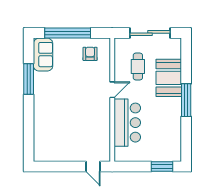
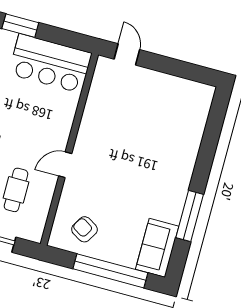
armchair: (90, 54) -> (84, 229), turned 121
bar counter: (127, 123) -> (50, 63), moved, turned -90

